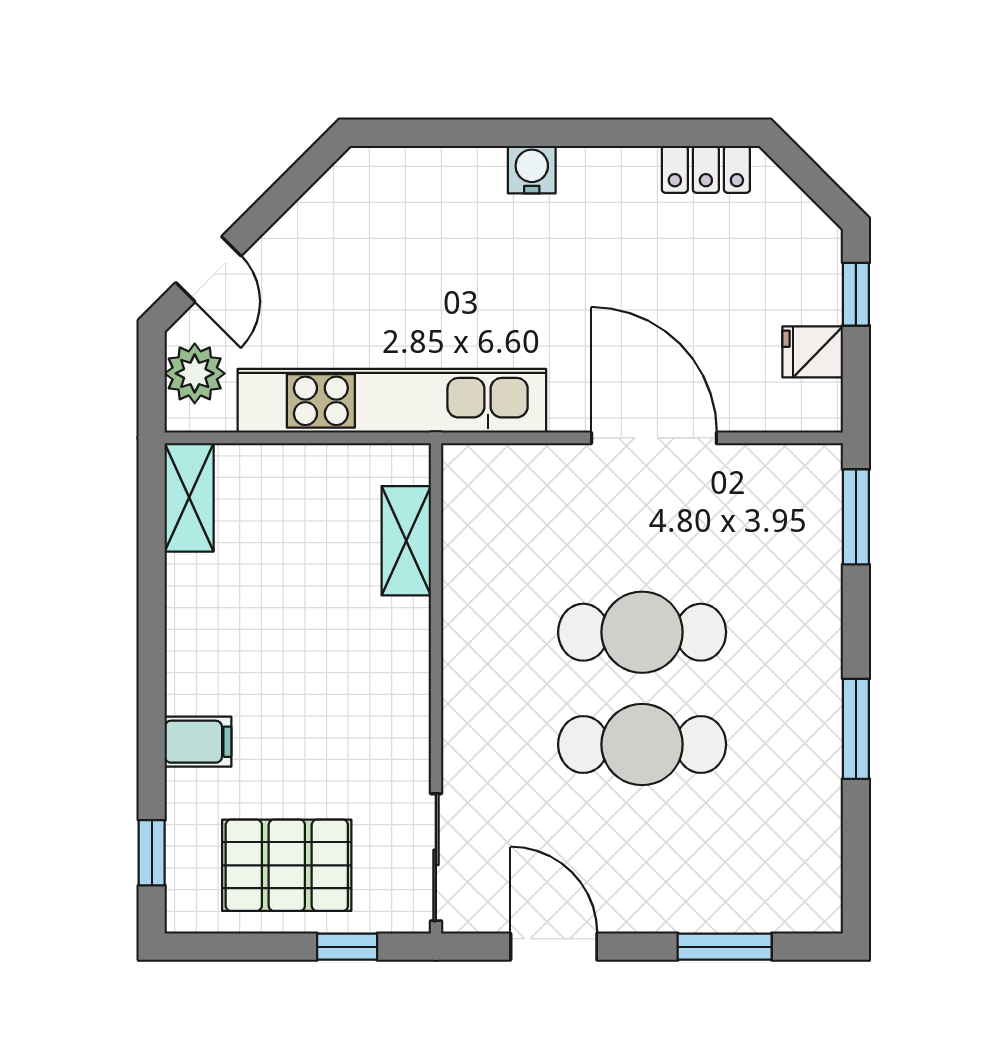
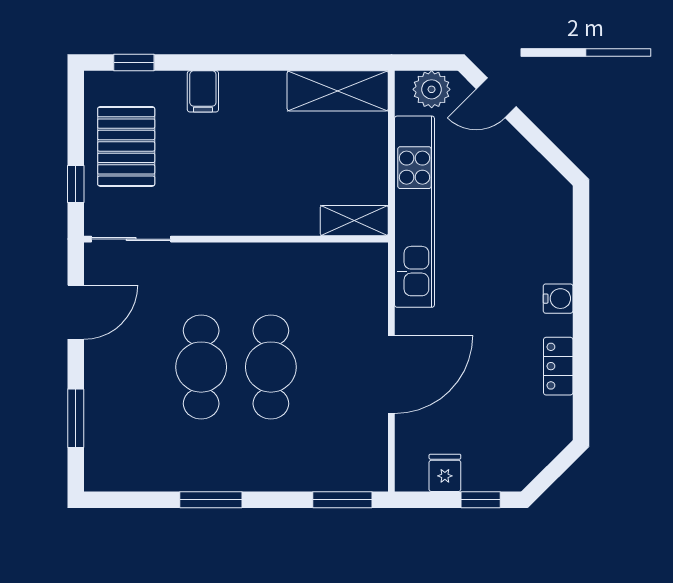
locker: (706, 169) -> (558, 366), moved
shelving: (189, 497) -> (338, 91), width x1.50, depth x1.33
shelving: (406, 541) -> (354, 221), moved

